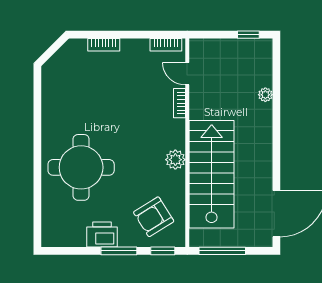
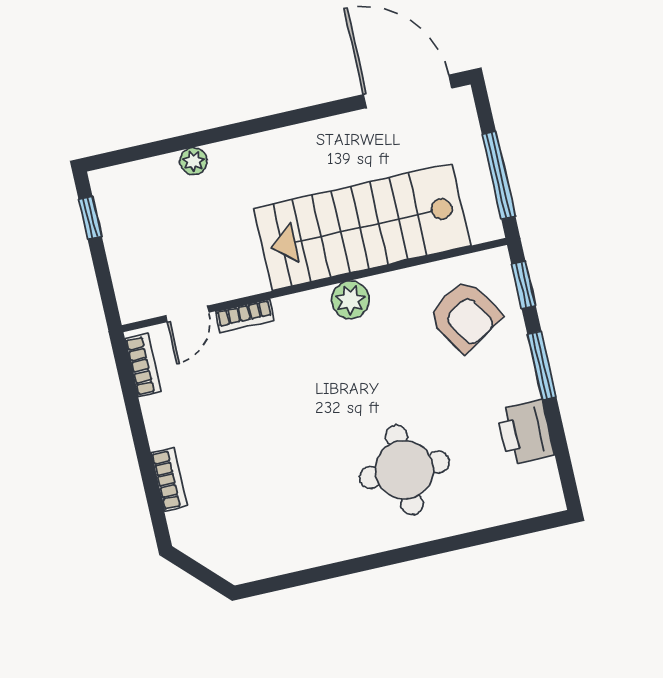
round table: (81, 167) -> (404, 470), width x0.73, depth x0.73
printer: (102, 234) -> (525, 432), moved

